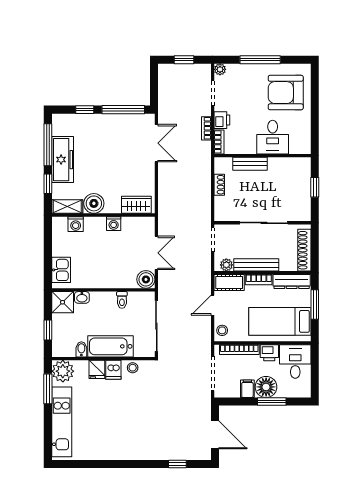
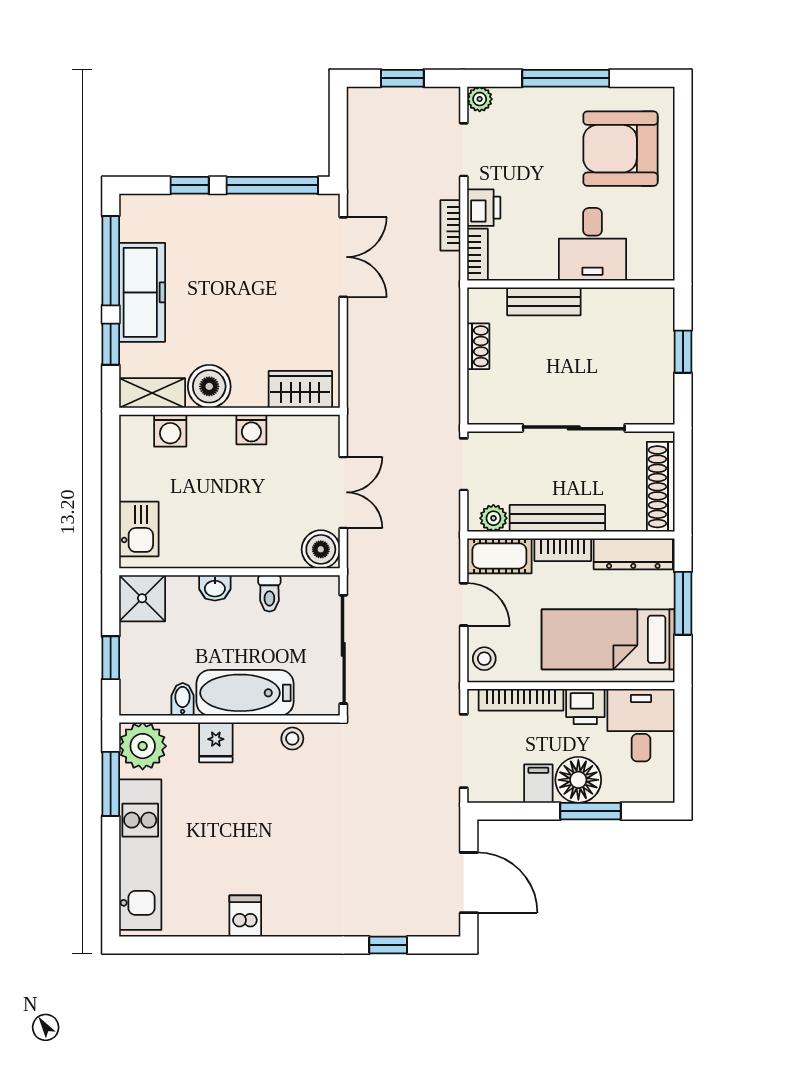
washbasin: (82, 297) -> (215, 588), moved
door: (213, 305) -> (464, 604), swing flipped
dishwasher: (113, 370) -> (245, 916), moved, turned 180

